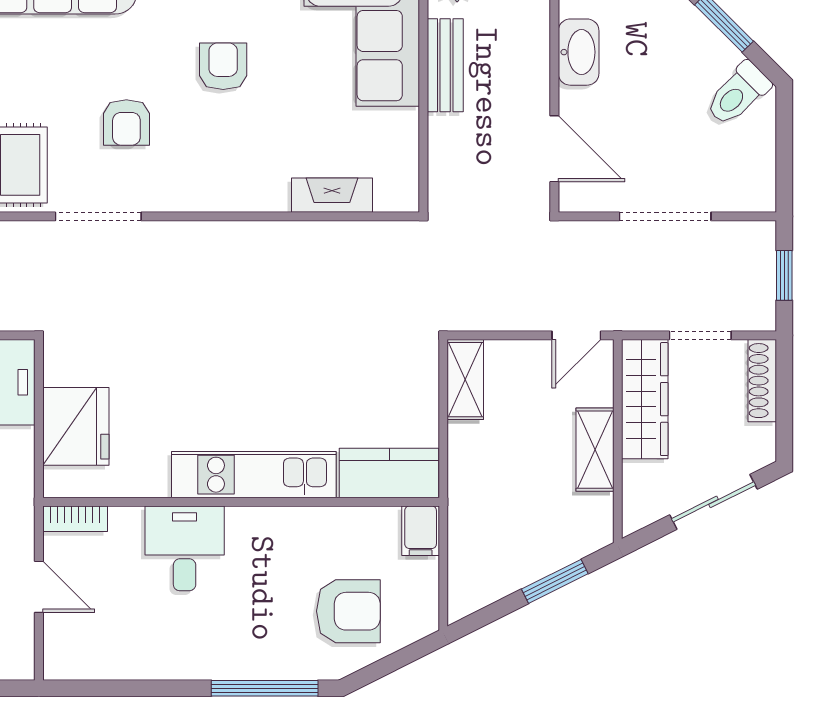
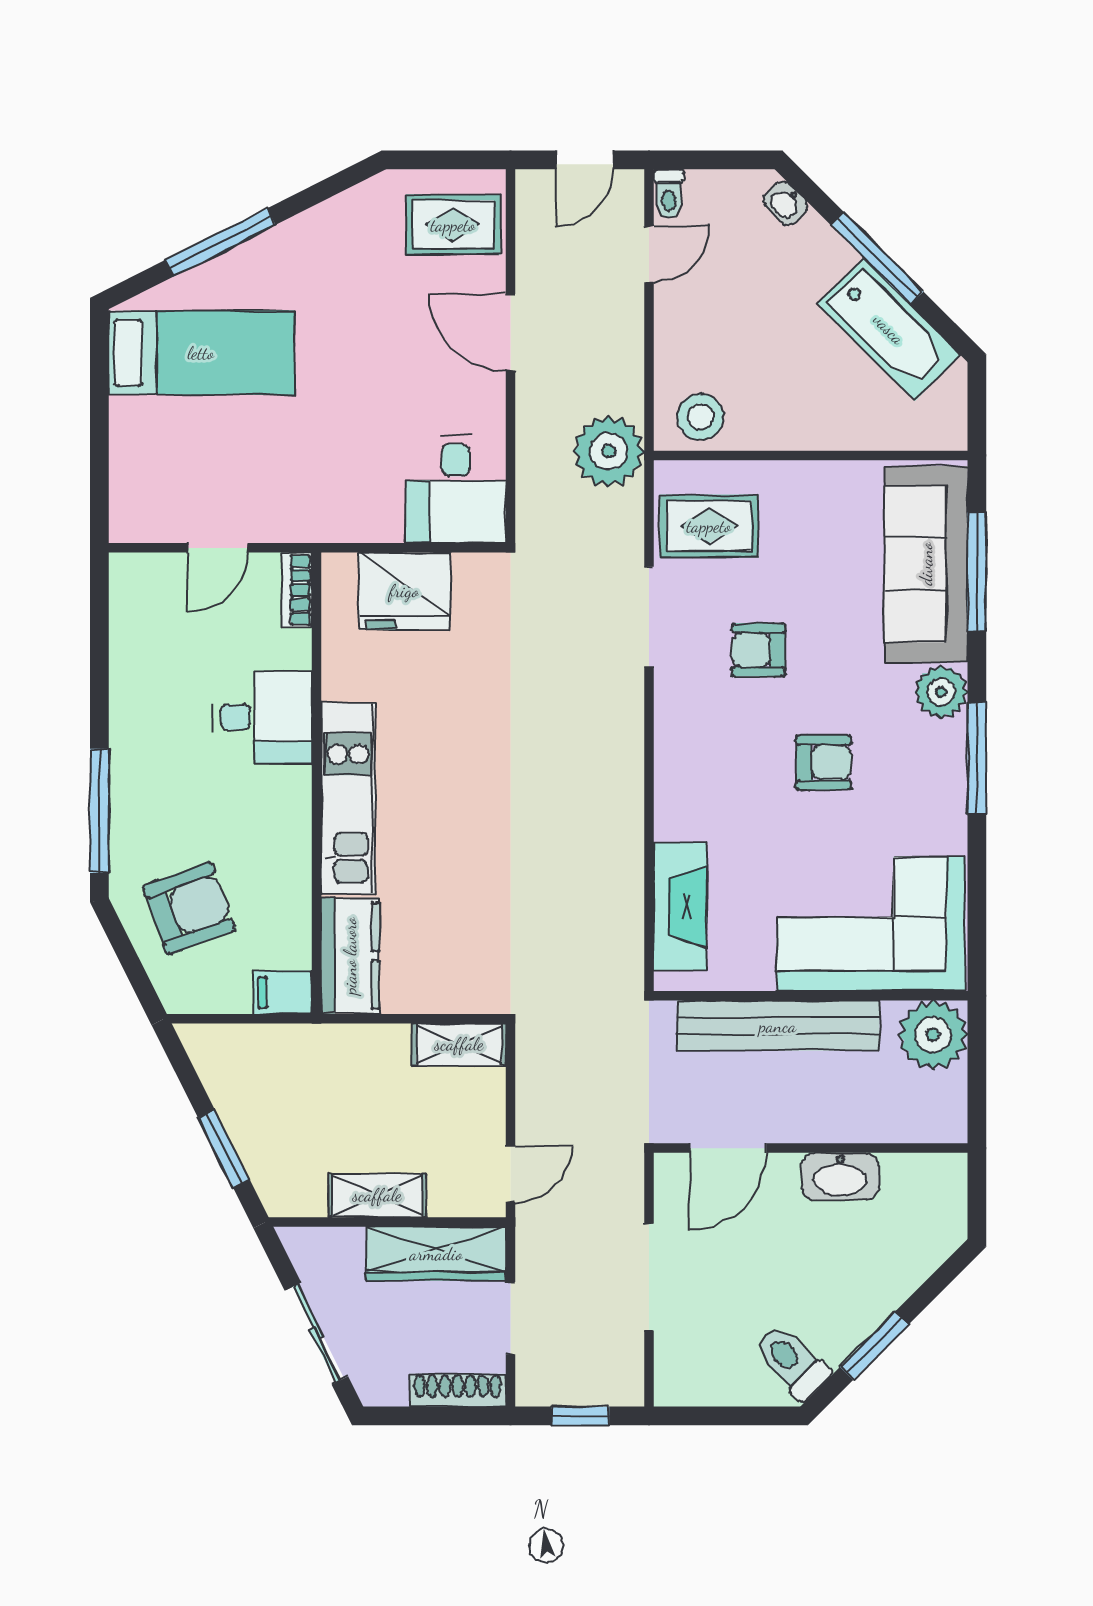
bench: (445, 65) -> (778, 1026), width x1.86, depth x1.21
fireplace: (332, 195) -> (680, 907), width x1.37, depth x1.32
door: (576, 335) -> (510, 1174), swing flipped
armchair: (348, 611) -> (189, 908), turned -110

